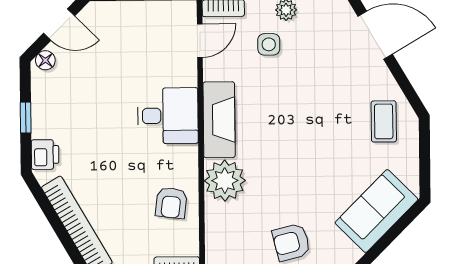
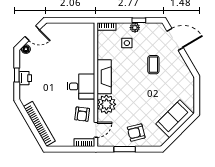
door: (200, 41) -> (96, 130), moved
desk: (168, 116) -> (81, 86), moved
coffee table: (384, 121) -> (153, 65), moved
printer: (45, 155) -> (25, 78), moved

